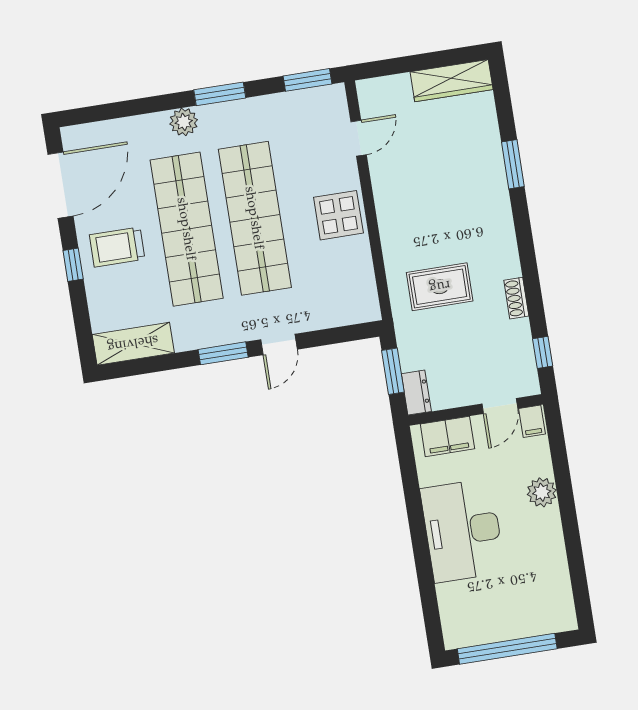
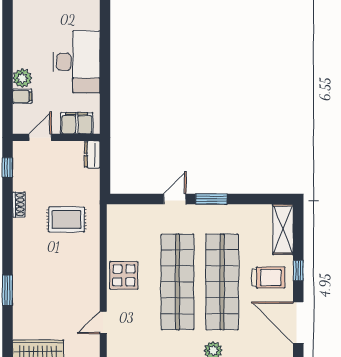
door: (60, 185) -> (298, 323), hinge flipped
shelving: (133, 344) -> (283, 229), moved, turned 90
window: (393, 371) -> (105, 170), removed
filing cabinet: (532, 421) -> (22, 96), moved, turned 90

